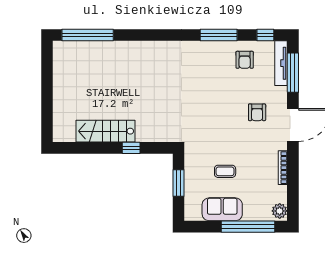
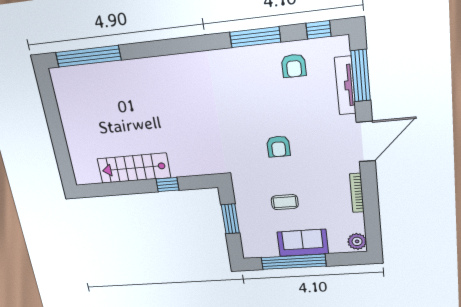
tv unit: (281, 63) -> (345, 86), moved
armchair: (257, 112) -> (278, 146), moved
sofa: (222, 209) -> (303, 243), moved
window: (248, 227) -> (294, 262), moved

